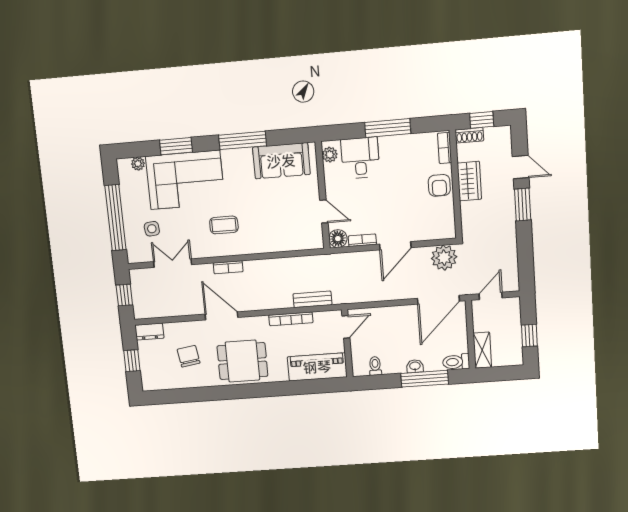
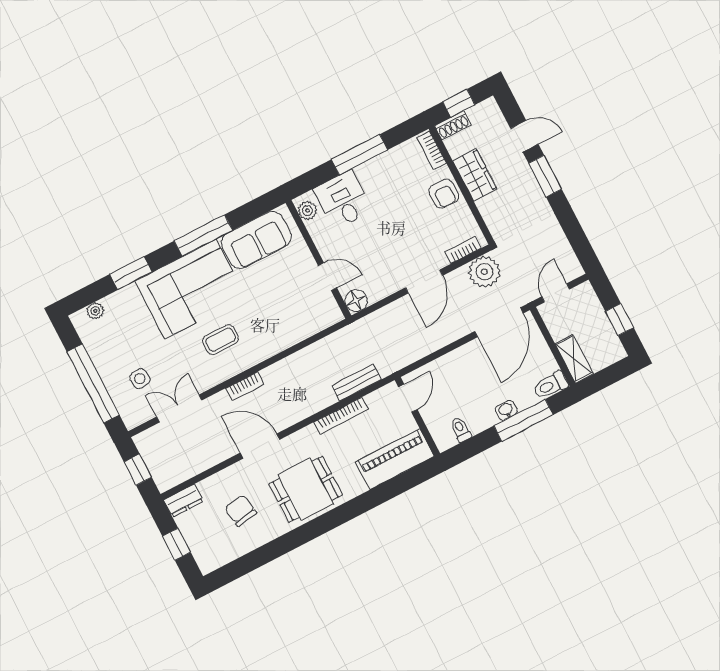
corner sofa: (185, 180) -> (190, 289), moved
bookcase: (362, 240) -> (463, 250), moved

